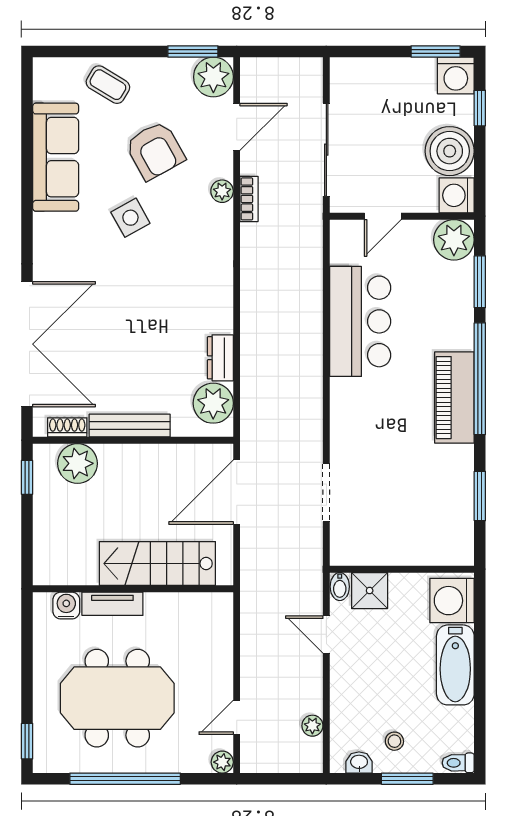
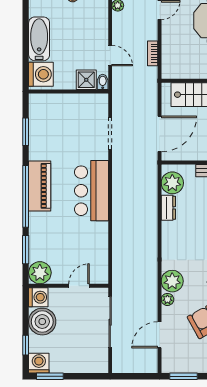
plant: (213, 77) -> (172, 281), moved
bookcase: (249, 199) -> (153, 53), moved
bar counter: (360, 321) -> (91, 191), moved

